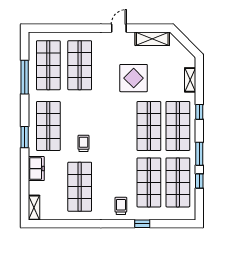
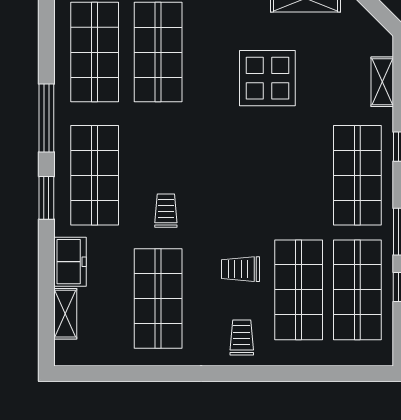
window: (25, 77) -> (46, 118), moved
shop shelf: (149, 126) -> (299, 175), removed
trolley: (120, 172) -> (241, 269), added
shelving: (34, 208) -> (65, 314), moved
window: (142, 224) -> (285, 374), removed

